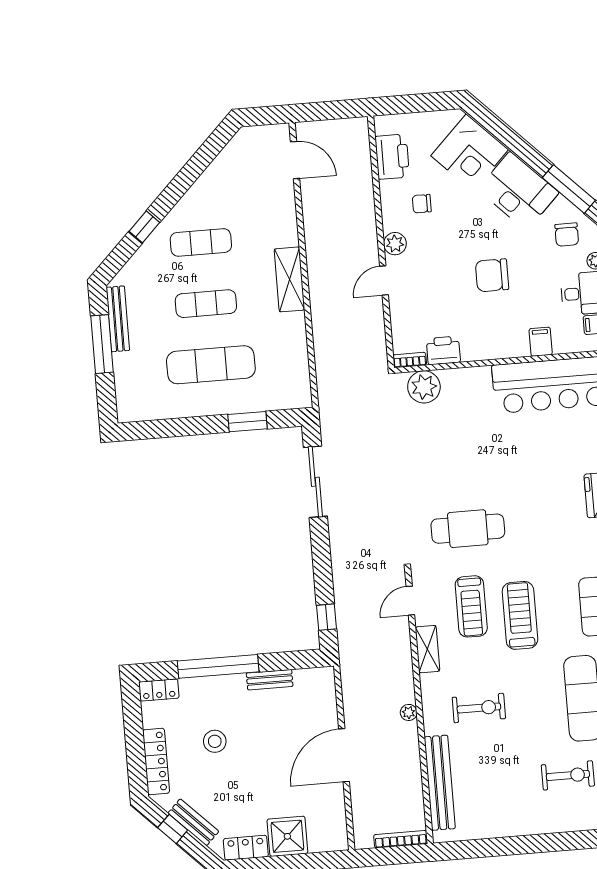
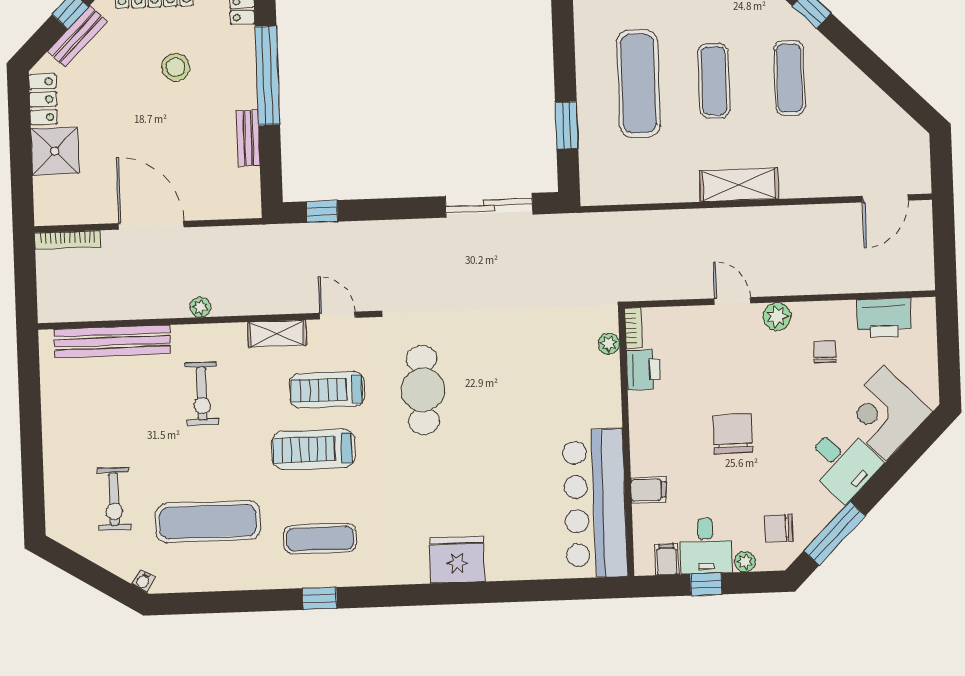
desk: (518, 191) -> (842, 463), width x0.73
plant: (424, 387) -> (609, 344), width x0.53, depth x0.53
treadmill: (520, 615) -> (313, 449), turned 180
bookcase: (401, 839) -> (67, 240), moved, turned 90

